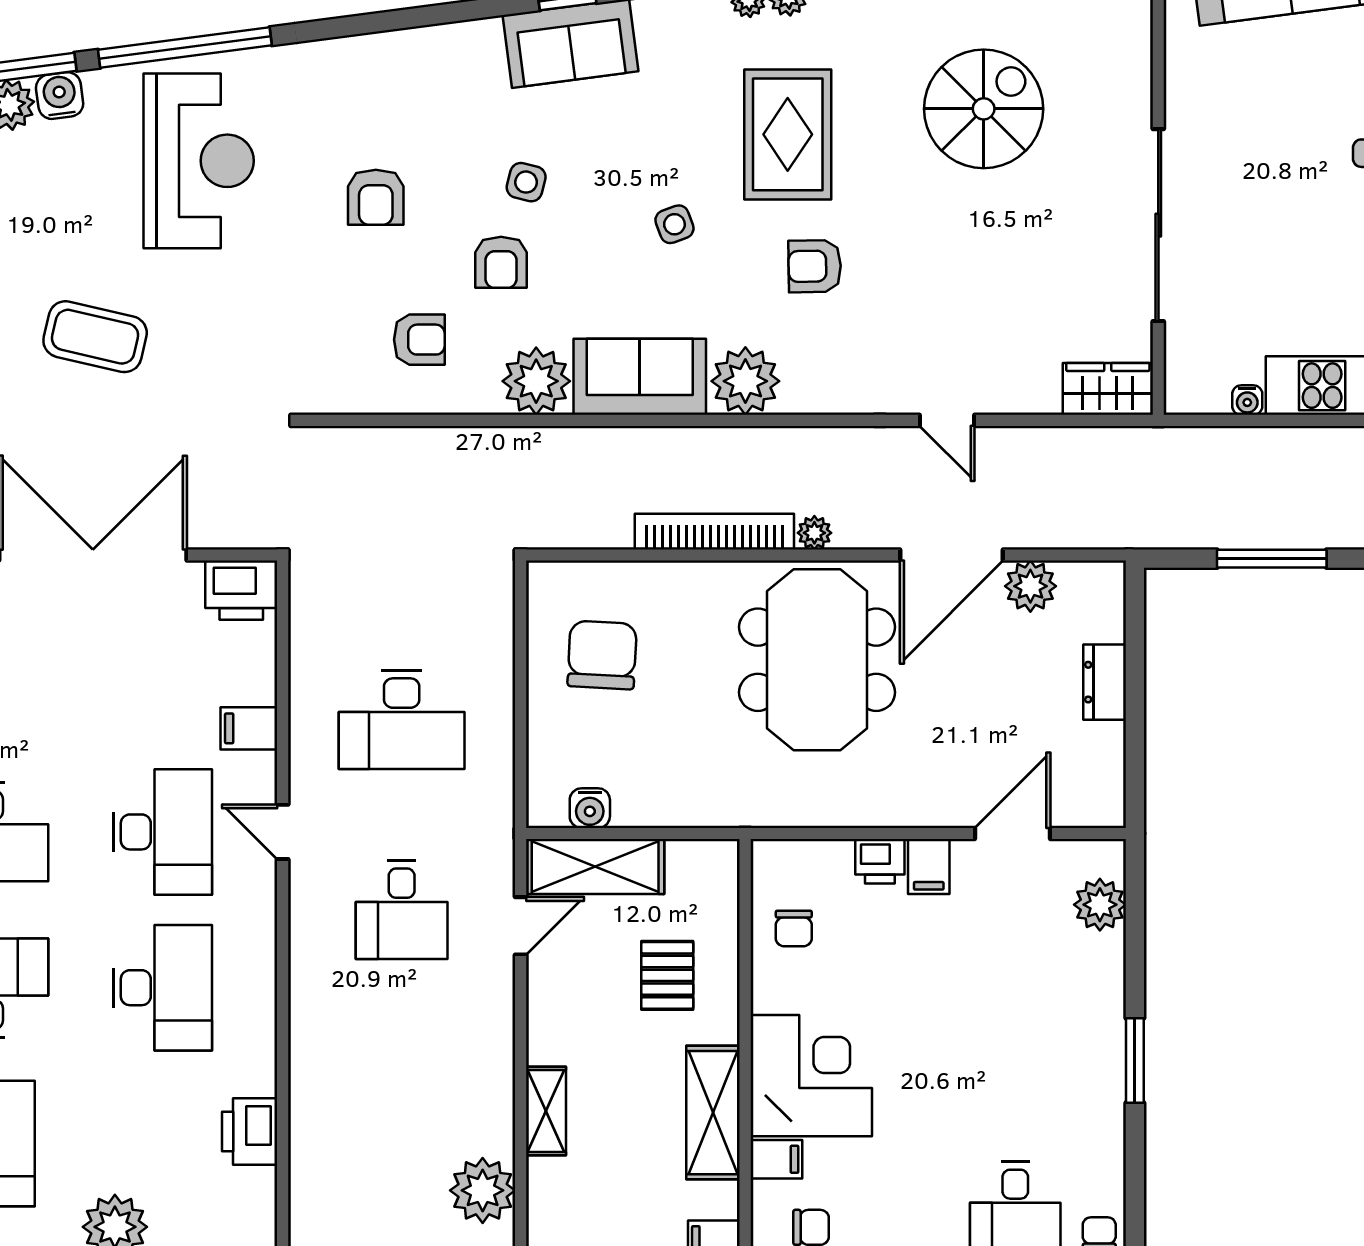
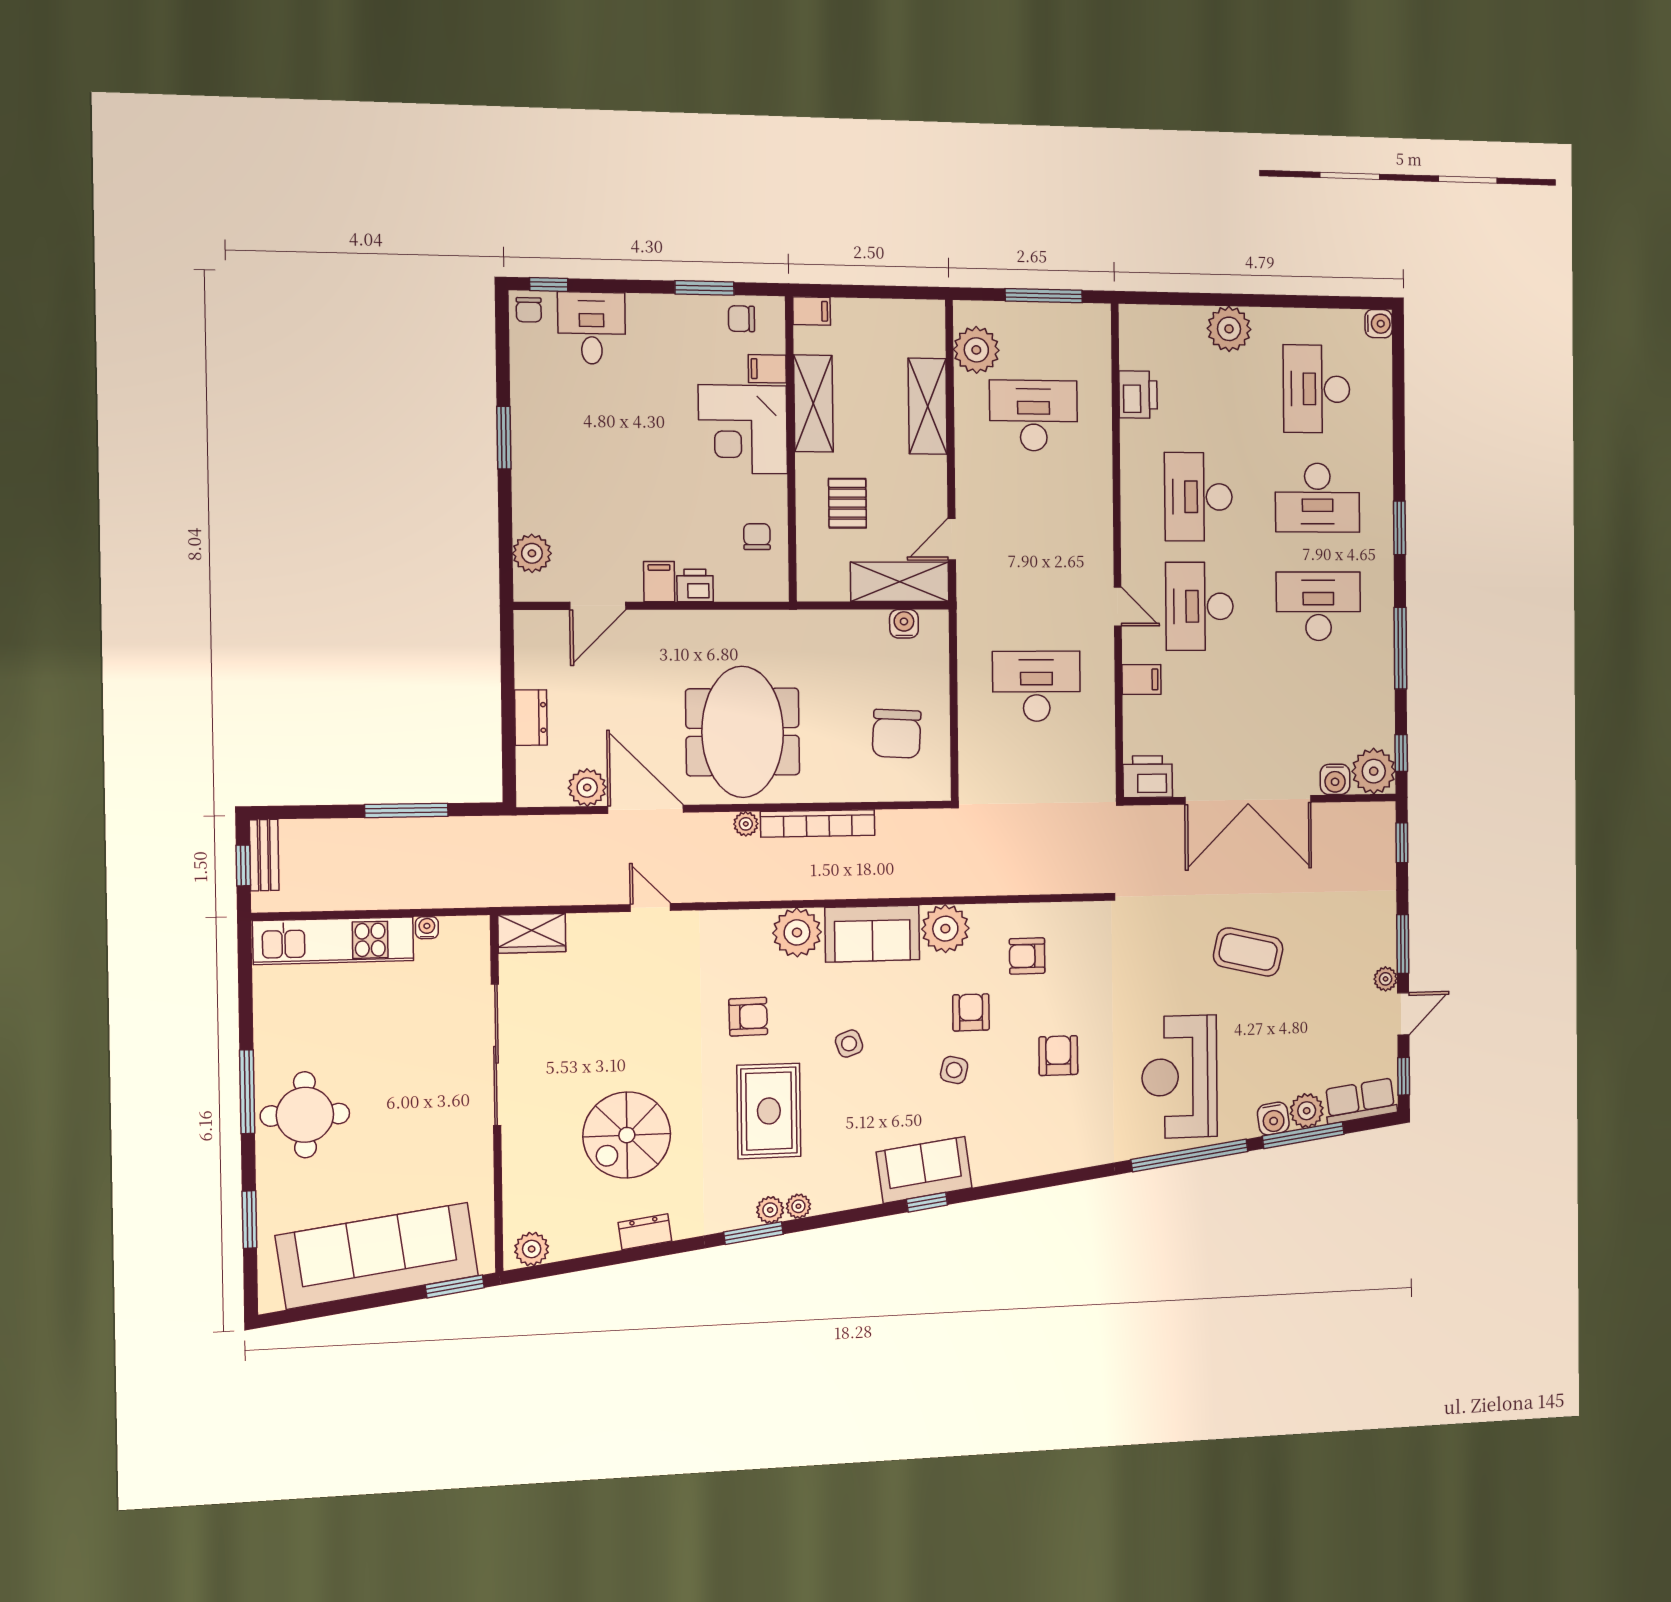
door: (951, 555) -> (646, 809), hinge flipped
desk: (402, 910) -> (1034, 416), moved, width x1.37
shelving: (546, 1111) -> (928, 406), width x1.50, depth x1.33

